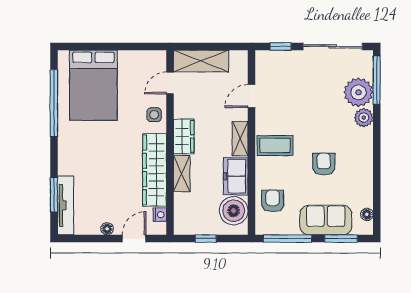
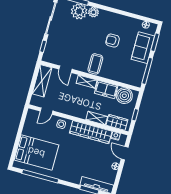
shelving: (201, 61) -> (42, 81), moved
door: (170, 83) -> (46, 111), hinge flipped
wardrobe: (184, 136) -> (117, 122), moved
armchair: (273, 201) -> (125, 73), removed

